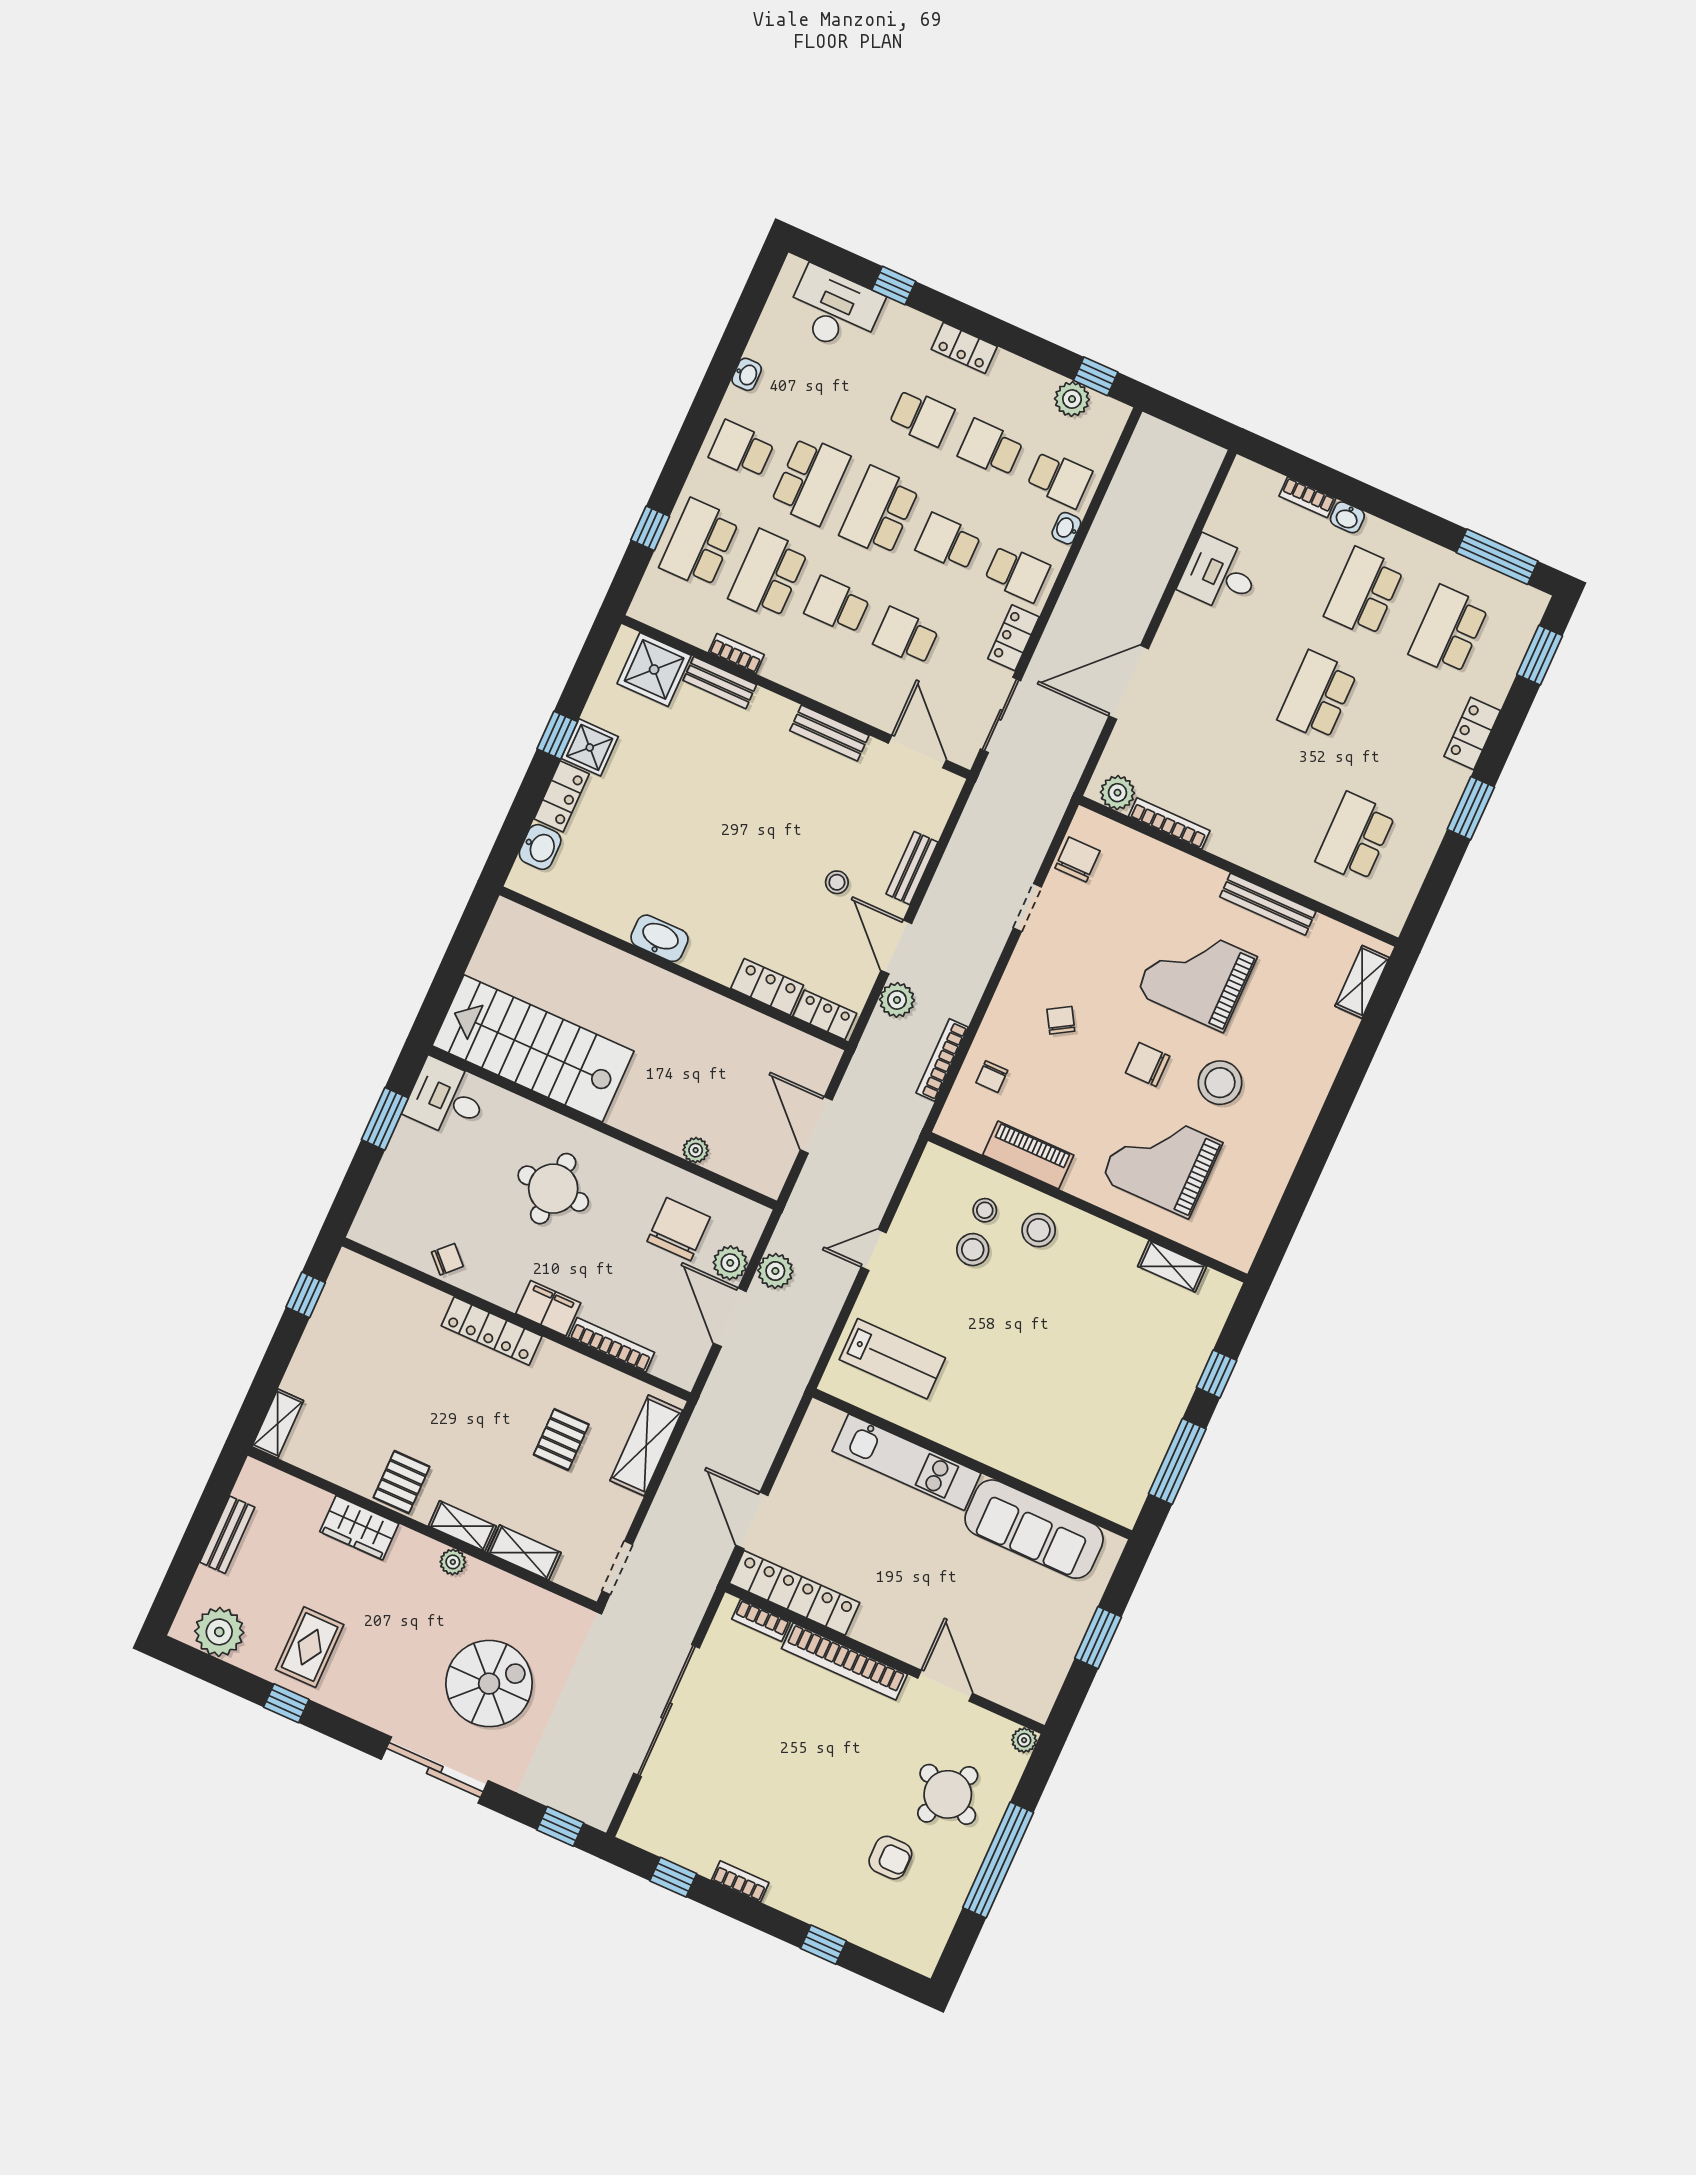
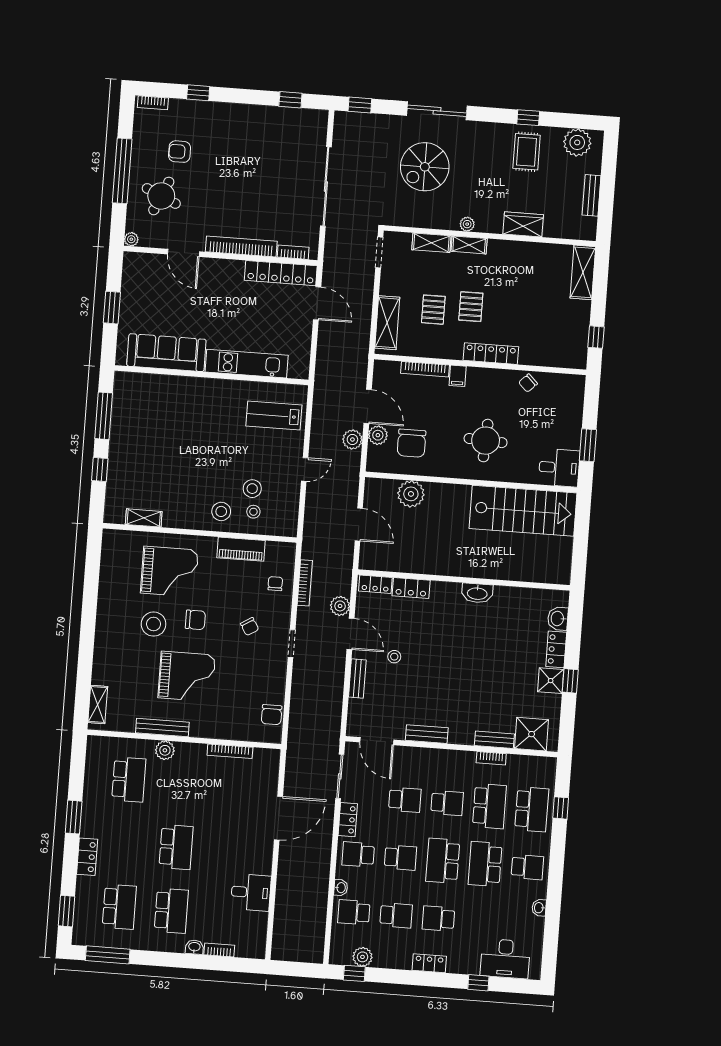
school desk: (879, 511) -> (443, 861), turned 180
plant: (1118, 793) -> (165, 750), moved
doorway: (1027, 907) -> (292, 644), moved
plant: (696, 1150) -> (411, 494), width x1.88, depth x1.88
filing cabinet: (548, 1308) -> (458, 376), width x0.50
shelving: (278, 1424) -> (583, 272), width x1.50, depth x1.33
pallet: (402, 1482) -> (471, 307), moved
bookcase: (740, 1881) -> (153, 103), moved

